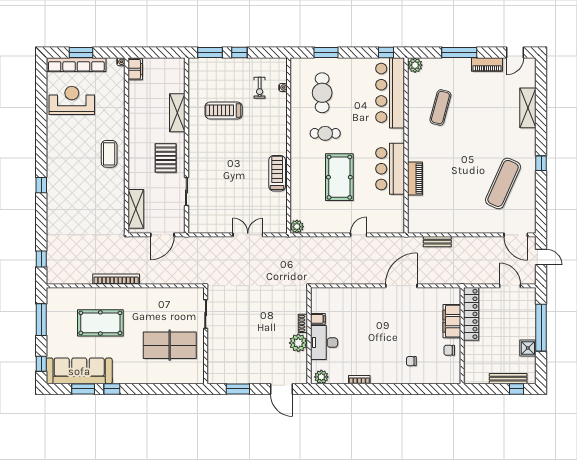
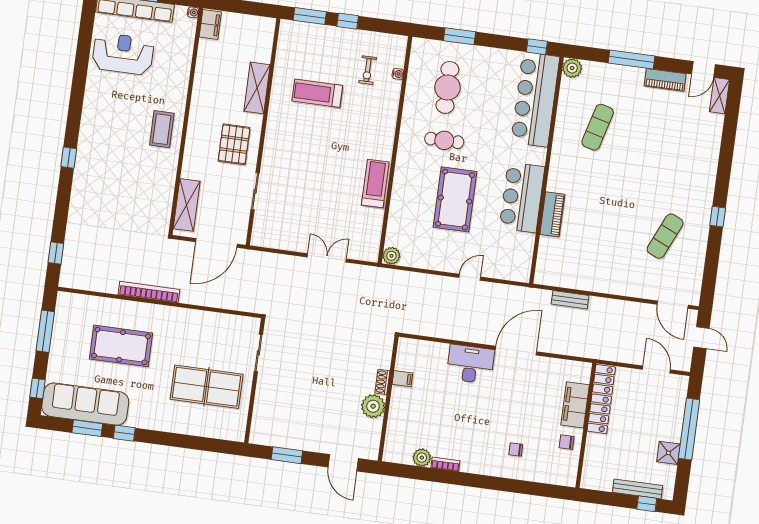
shelving: (528, 108) -> (719, 96), moved, width x0.67, depth x0.75
exercise mat: (503, 183) -> (665, 236), width x0.73, depth x0.69
door: (162, 235) -> (216, 243), width x1.36
desk: (324, 343) -> (470, 364), moved, turned 90
plant: (321, 377) -> (422, 458), moved

